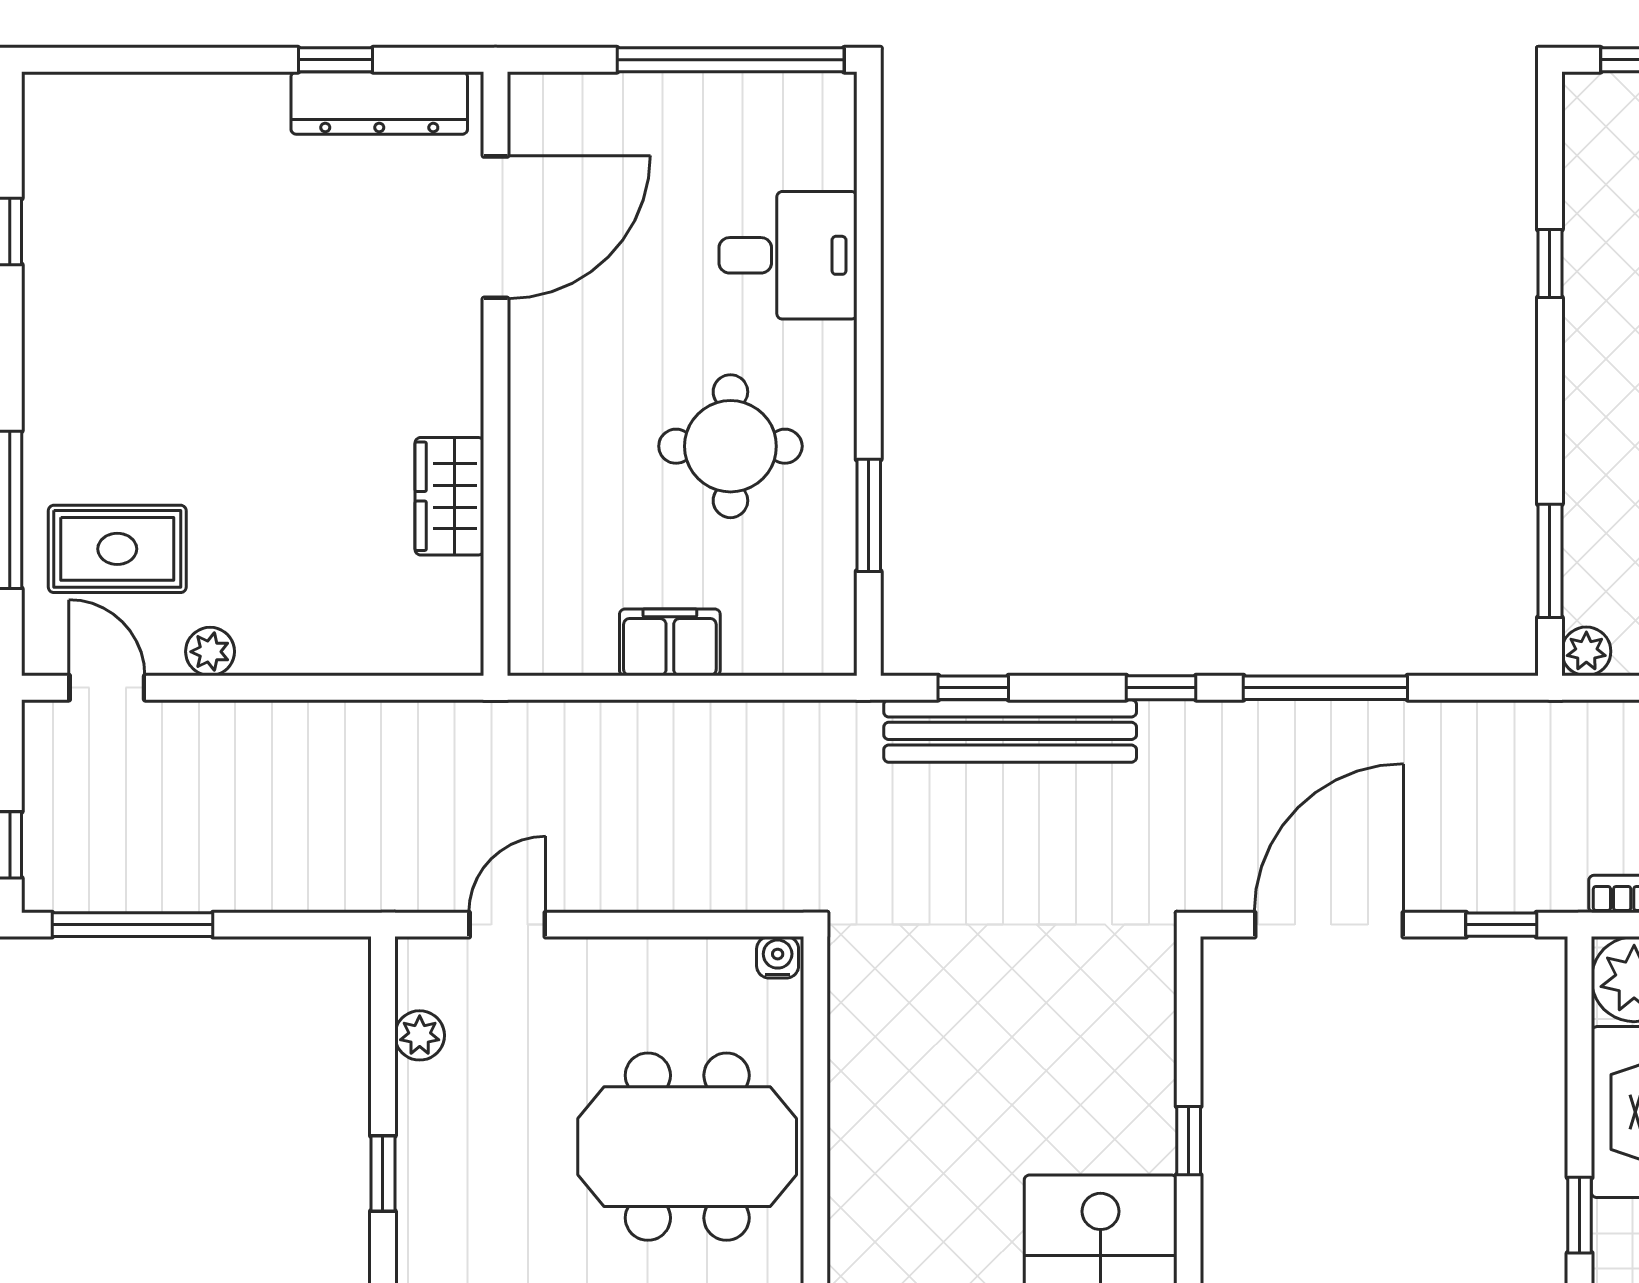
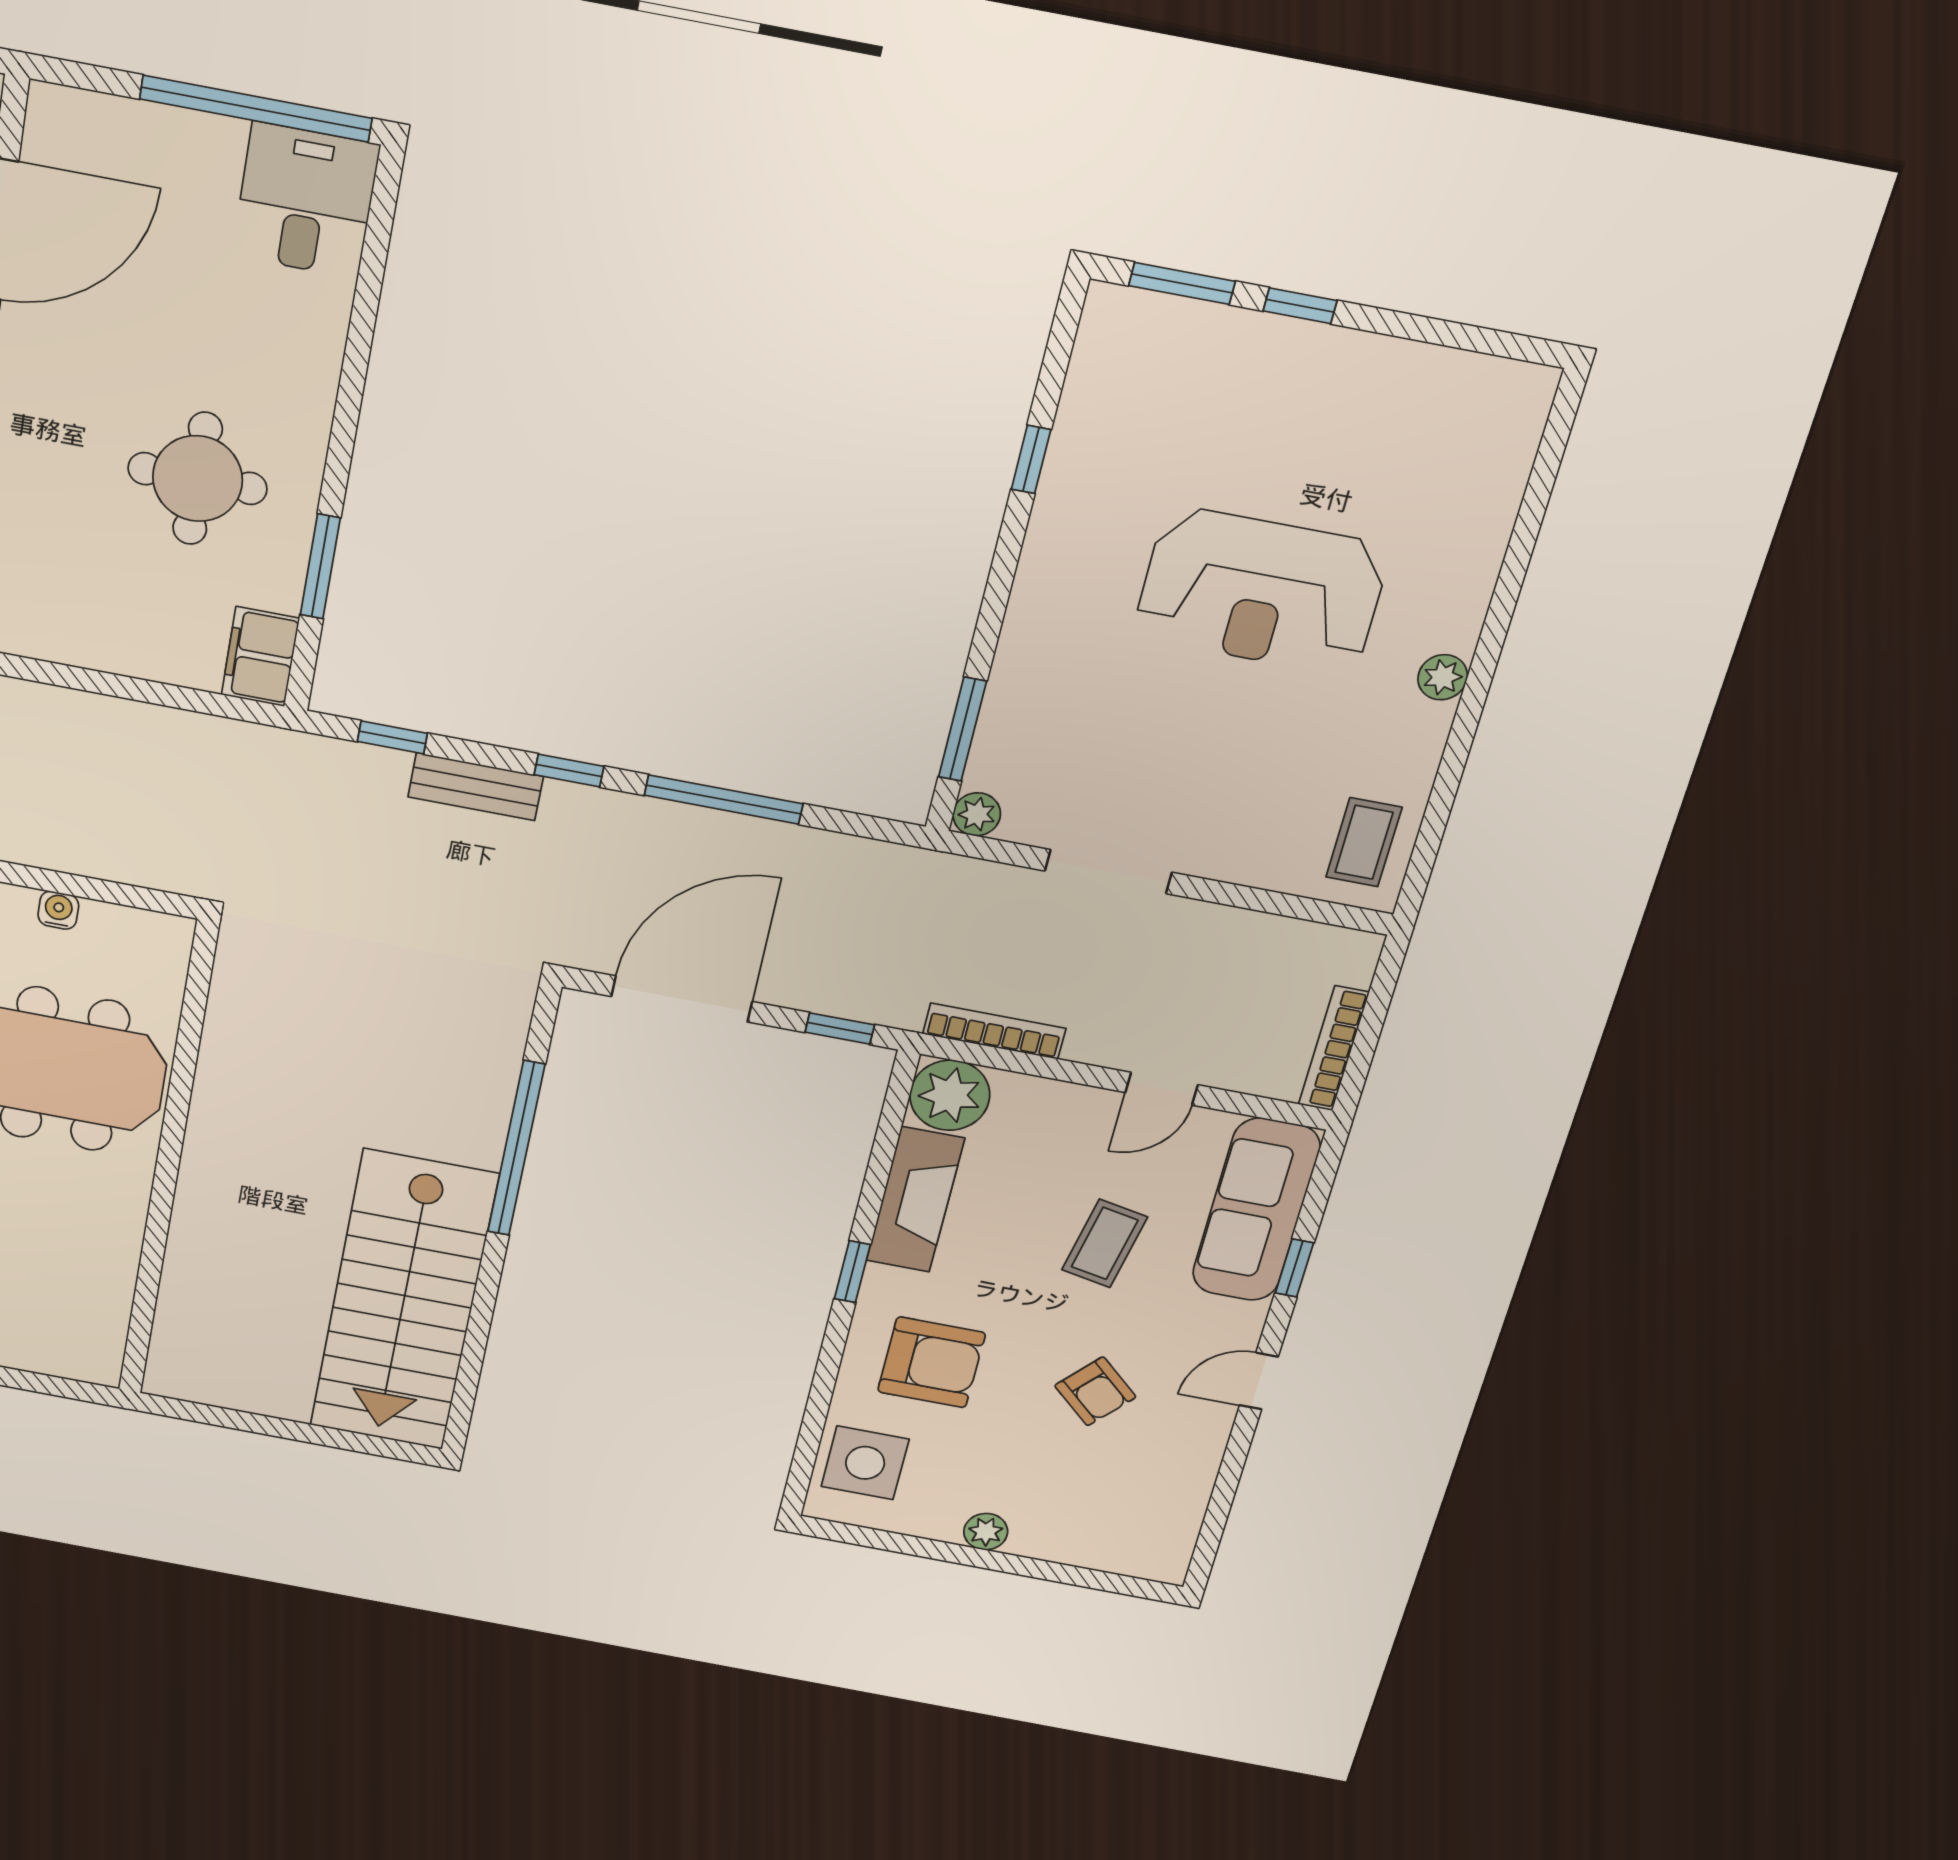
desk: (788, 255) -> (306, 200), moved, turned -90
filing cabinet: (670, 642) -> (260, 657), moved, turned -90
bench: (1010, 731) -> (476, 787), width x0.54, depth x0.82
water cooler: (778, 957) -> (58, 910), moved
window: (1189, 1141) -> (516, 1148), width x3.17

